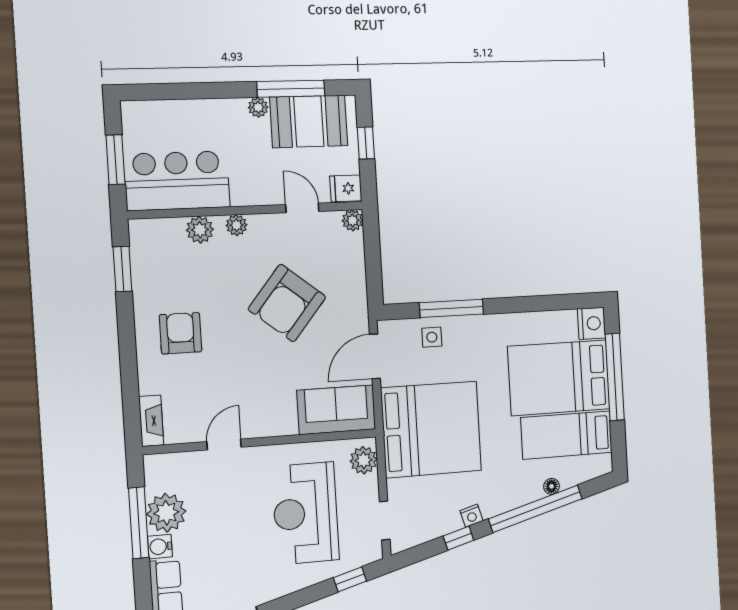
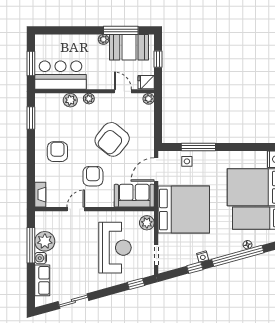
armchair: (254, 377) -> (93, 176), added
reception desk: (306, 513) -> (115, 248), turned 180

